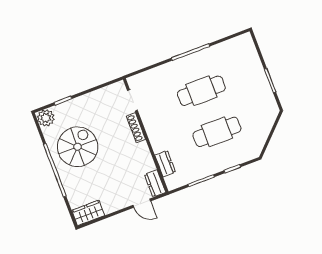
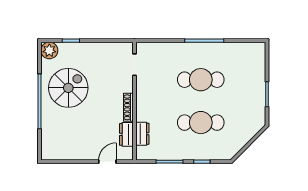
shoe rack: (136, 128) -> (128, 107), moved
dresser: (155, 183) -> (126, 134), moved
door: (142, 203) -> (107, 162), swing flipped
wardrobe: (88, 213) -> (55, 152), removed

